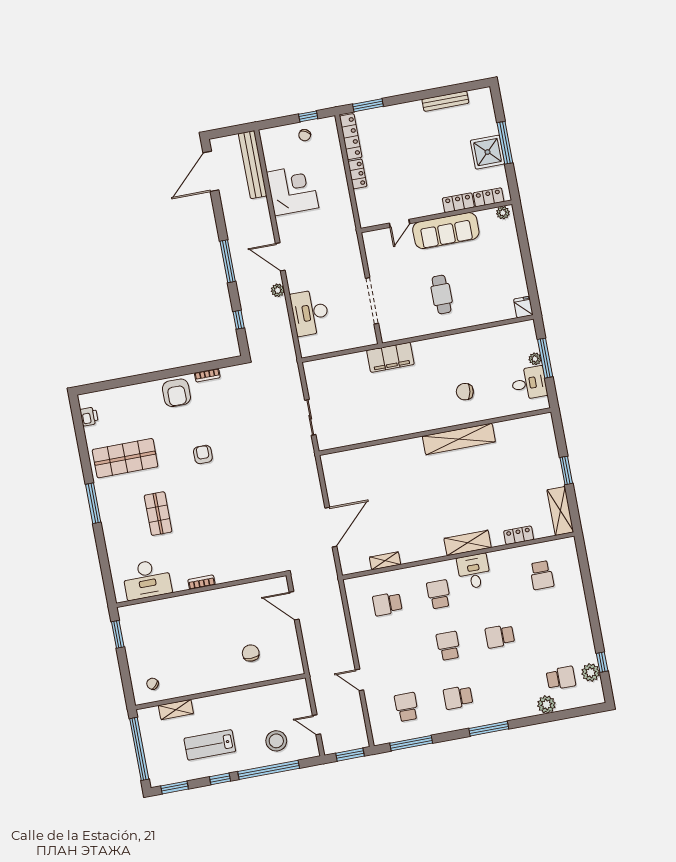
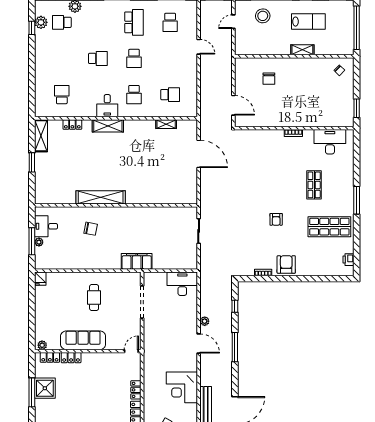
door: (399, 223) -> (131, 351), moved
desk: (310, 313) -> (182, 284), moved, turned -90
door: (331, 527) -> (199, 154), swing flipped
school desk: (458, 697) -> (134, 22), width x1.85
shelving: (176, 710) -> (302, 50), moved
door: (316, 725) -> (233, 22), swing flipped

